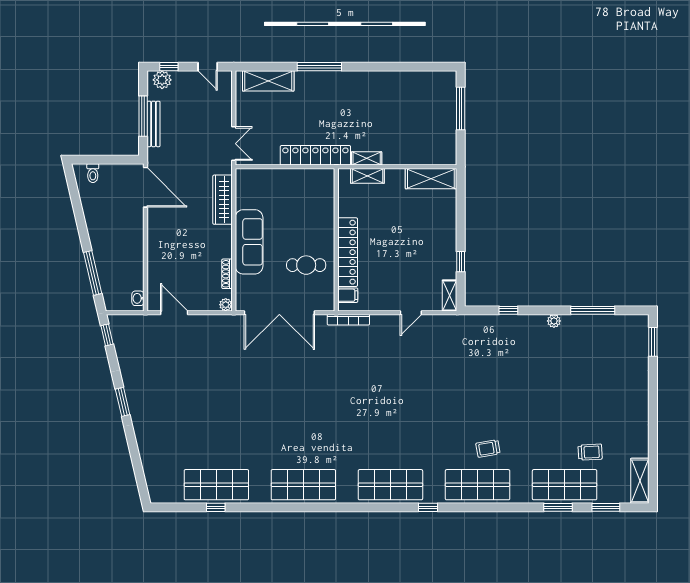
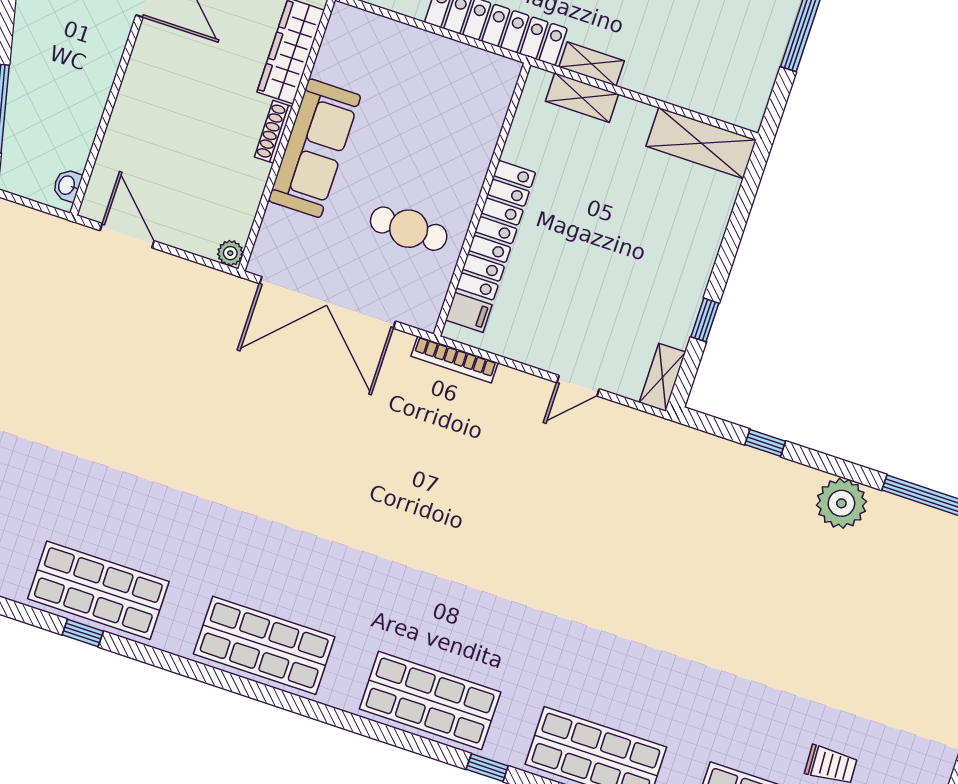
shoe rack: (227, 274) -> (273, 132), moved
plant: (554, 321) -> (841, 503), width x1.88, depth x1.88
trolley: (488, 448) -> (639, 693), removed

